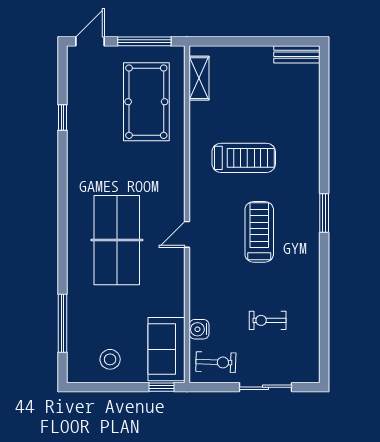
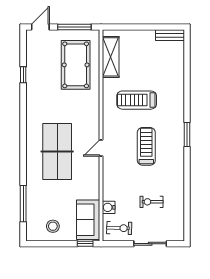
shelving: (199, 78) -> (111, 57), width x1.50, depth x1.33
treadmill: (244, 158) -> (137, 100), turned 180

